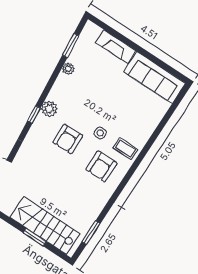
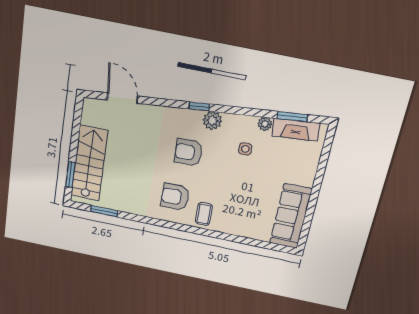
fireplace: (116, 47) -> (296, 130), moved, turned -95
side table: (100, 133) -> (245, 149), moved
window: (35, 237) -> (70, 175), moved

